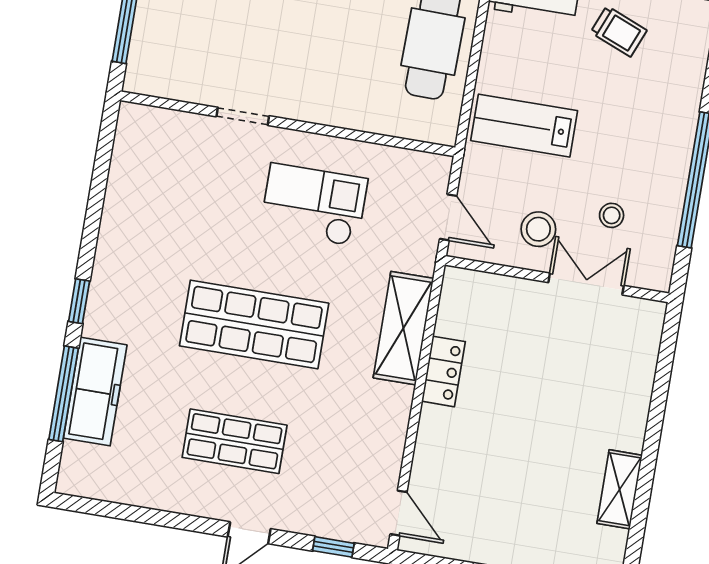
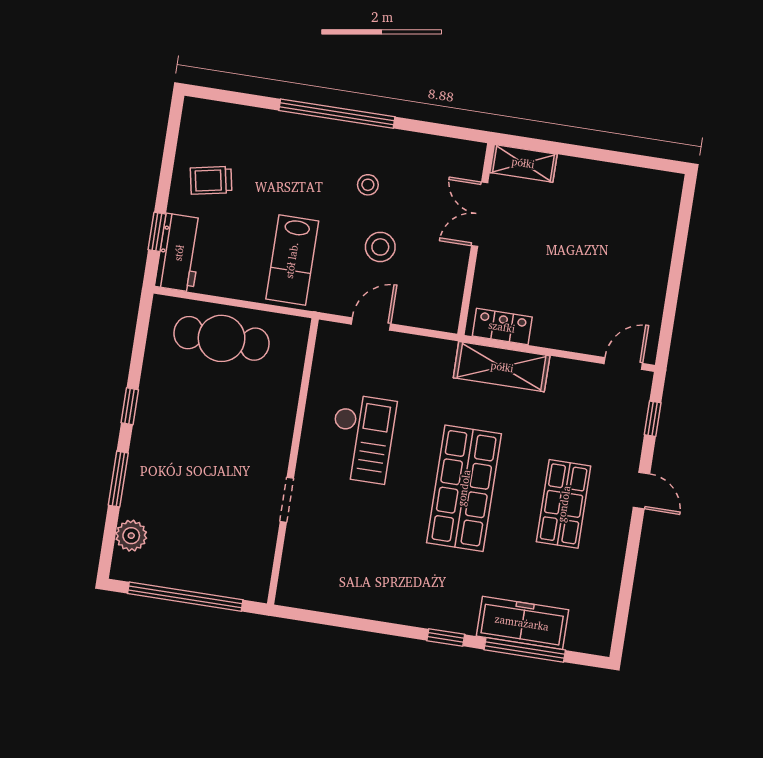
trolley: (619, 31) -> (211, 180), turned -123
checkout: (314, 205) -> (362, 438), turned 180
wall: (557, 279) -> (476, 239), moved
double door: (586, 284) -> (480, 214), moved
shelving: (403, 328) -> (502, 367), moved
shelving: (620, 489) -> (523, 163), moved

